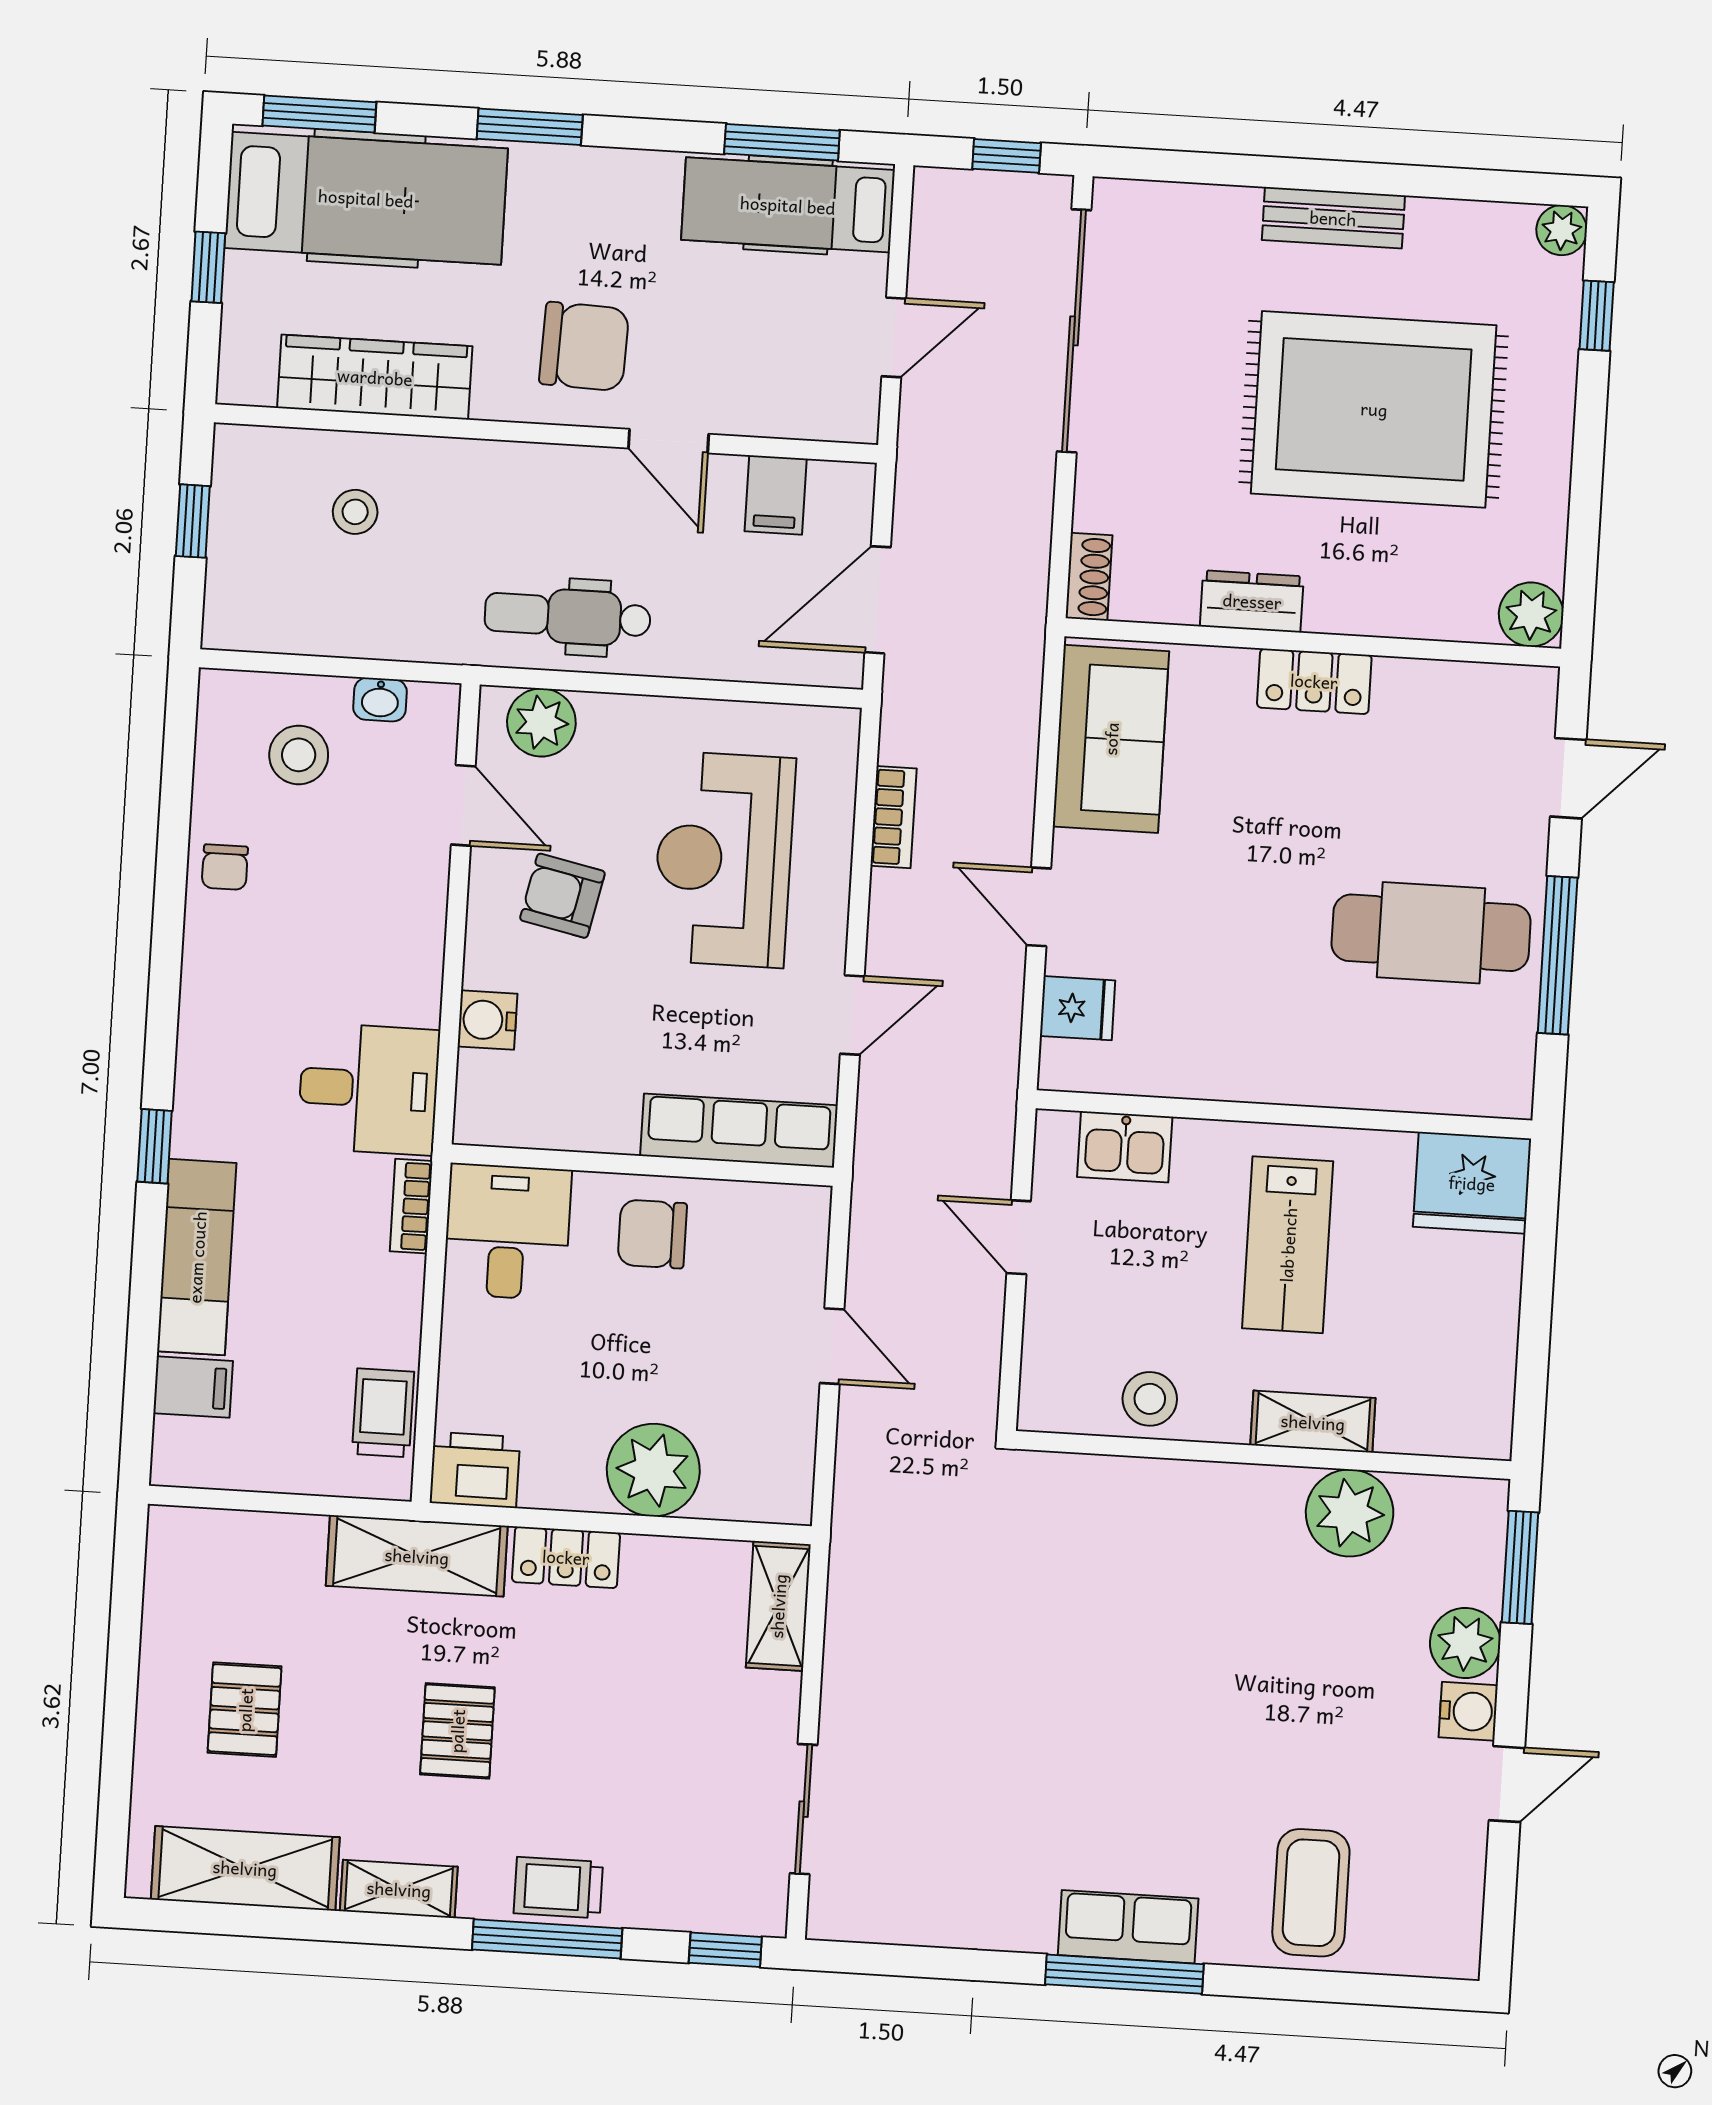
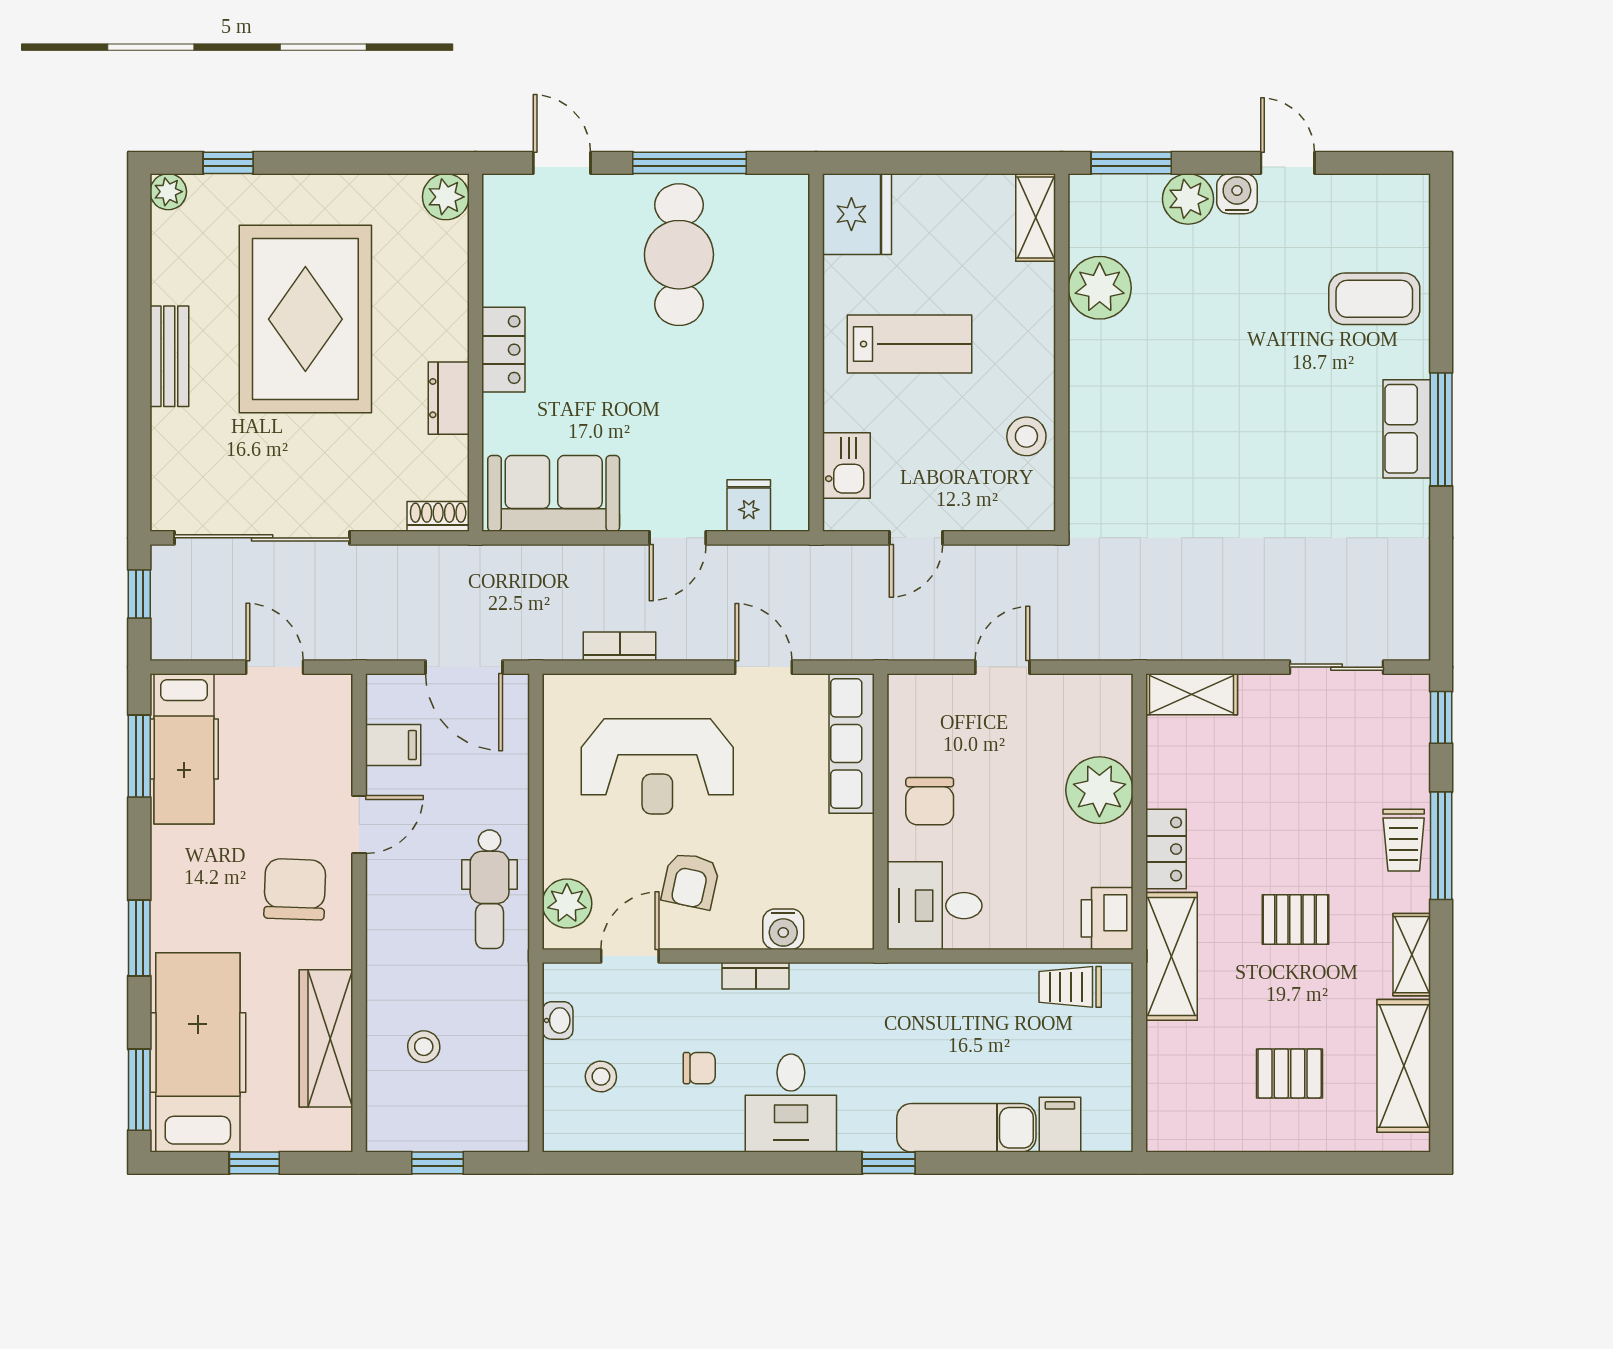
stool: (299, 755) -> (601, 1077), width x0.73, depth x0.73
chair: (225, 867) -> (699, 1068), moved
desk: (369, 1089) -> (791, 1103), moved, turned 180
bookcase: (411, 1206) -> (756, 976), moved
shelving: (1313, 1422) -> (1036, 217), moved

